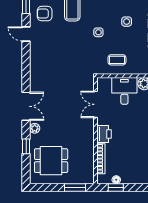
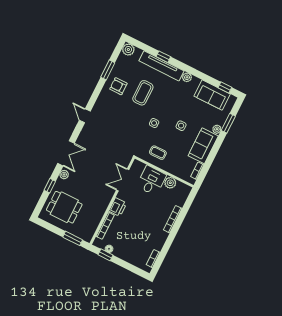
door: (26, 34) -> (85, 116), moved

